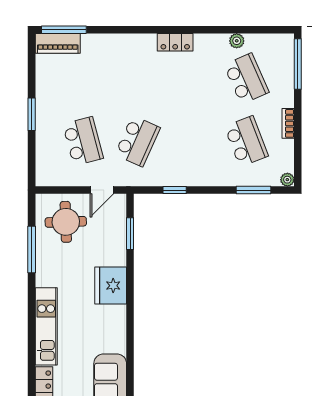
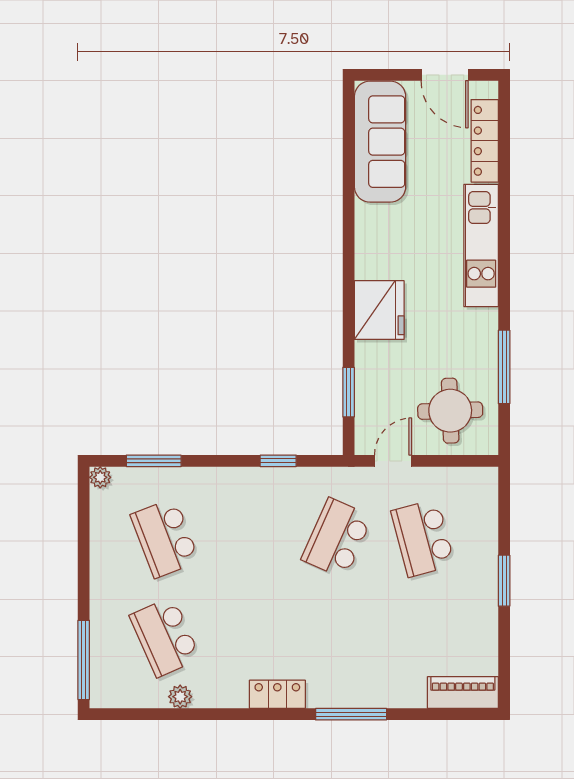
window: (64, 30) -> (351, 714), moved
bookcase: (288, 123) -> (99, 566), removed

